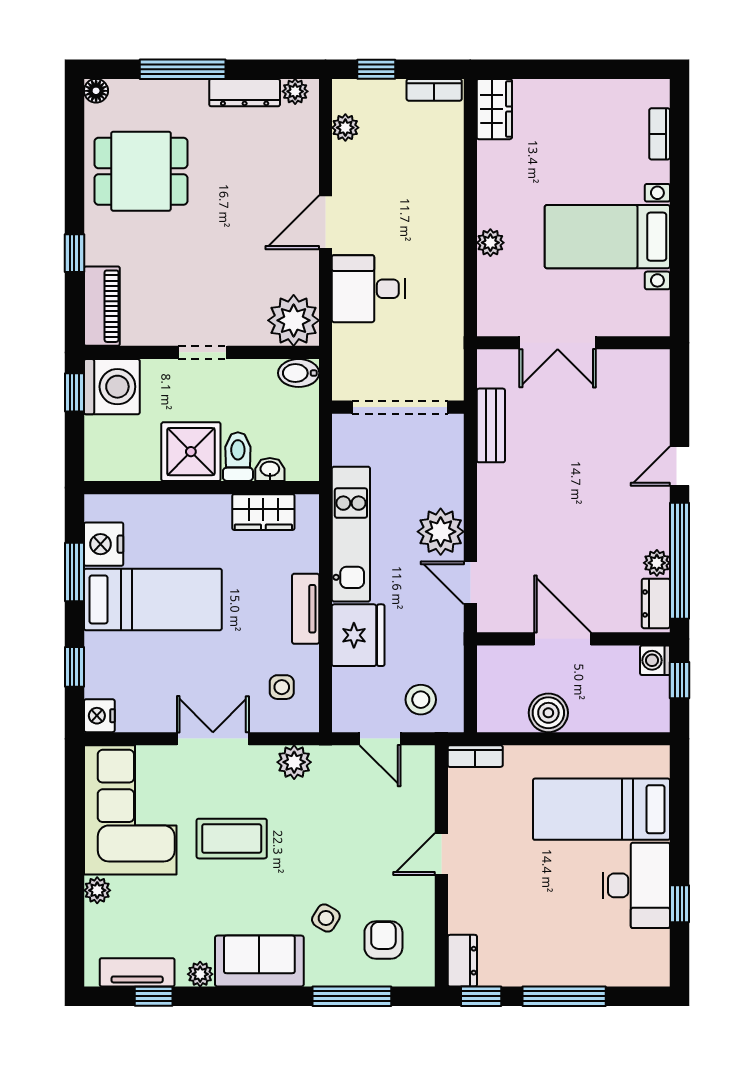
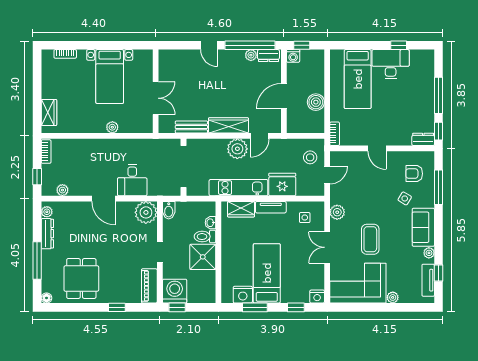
wardrobe: (494, 109) -> (49, 112), moved, turned 90
piano: (102, 306) -> (149, 286), moved, turned -90
wardrobe: (495, 511) -> (228, 125), added
wardrobe: (263, 512) -> (241, 209), moved, turned 90

